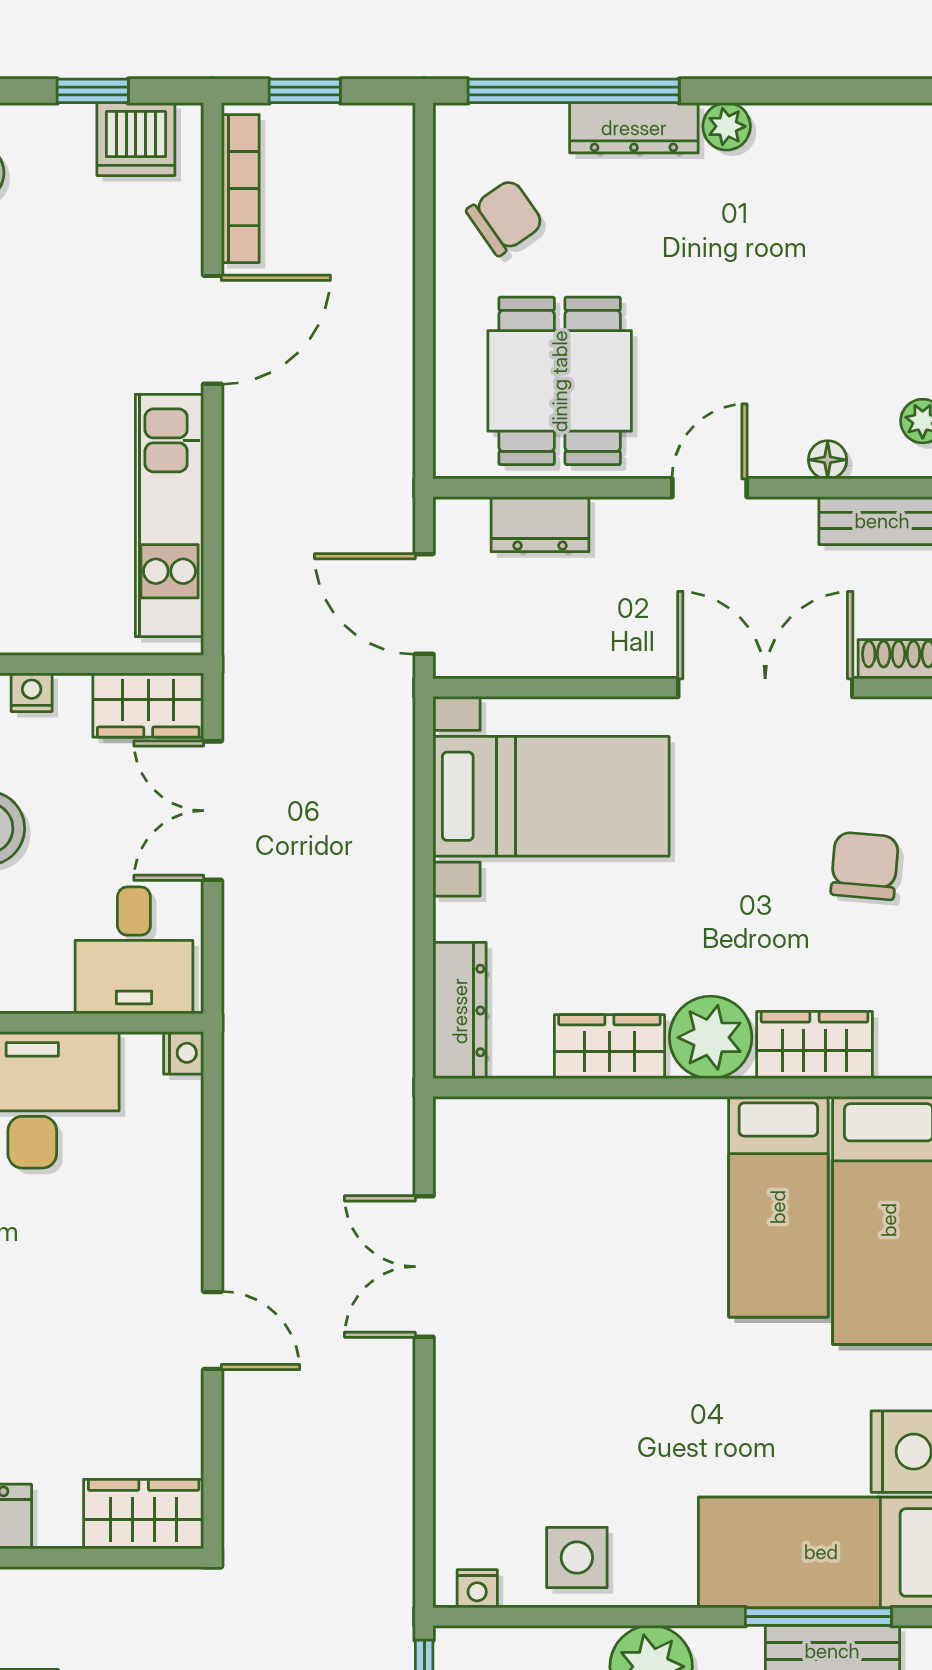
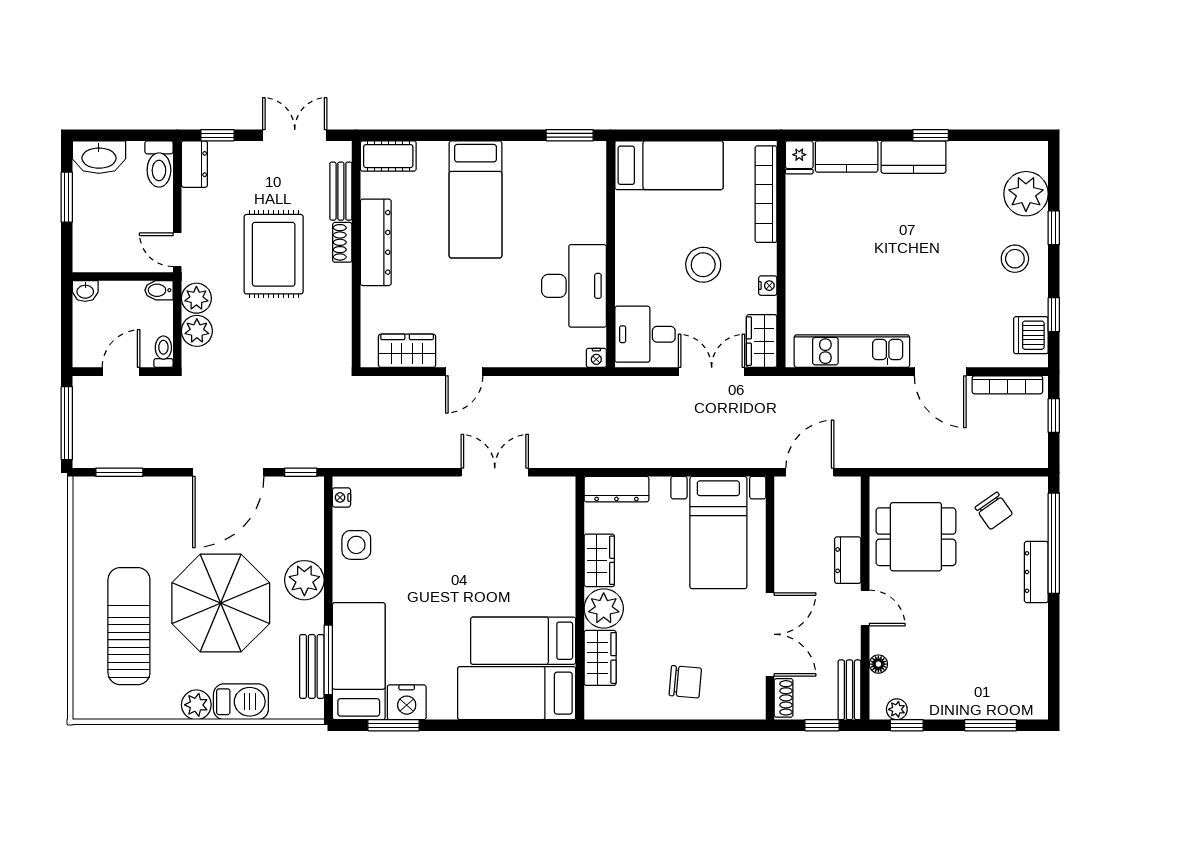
plant: (727, 126) -> (1037, 616), removed
dresser: (540, 524) -> (848, 560), moved
wardrobe: (144, 1514) -> (407, 351), moved, turned -90

